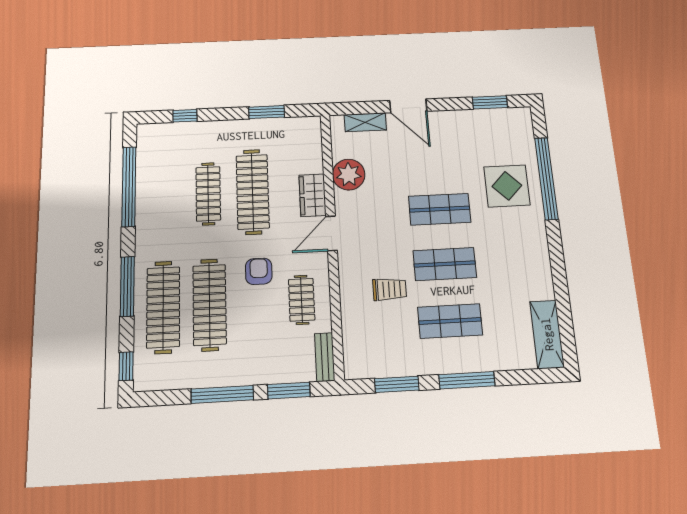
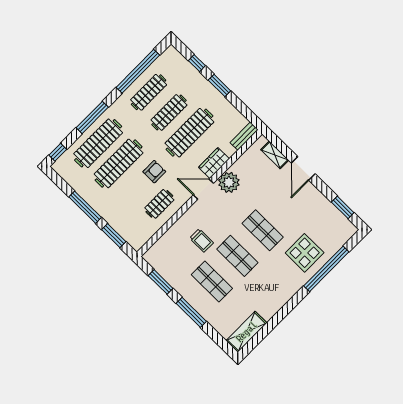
window: (267, 112) -> (219, 86), moved
plant: (349, 175) -> (229, 182), moved
clothes rail: (164, 196) -> (149, 92), added
bench: (325, 357) -> (244, 136), moved

